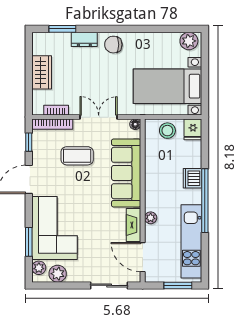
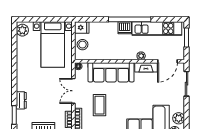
chair: (113, 45) -> (25, 81), removed
dishwasher: (193, 178) -> (125, 28), moved

